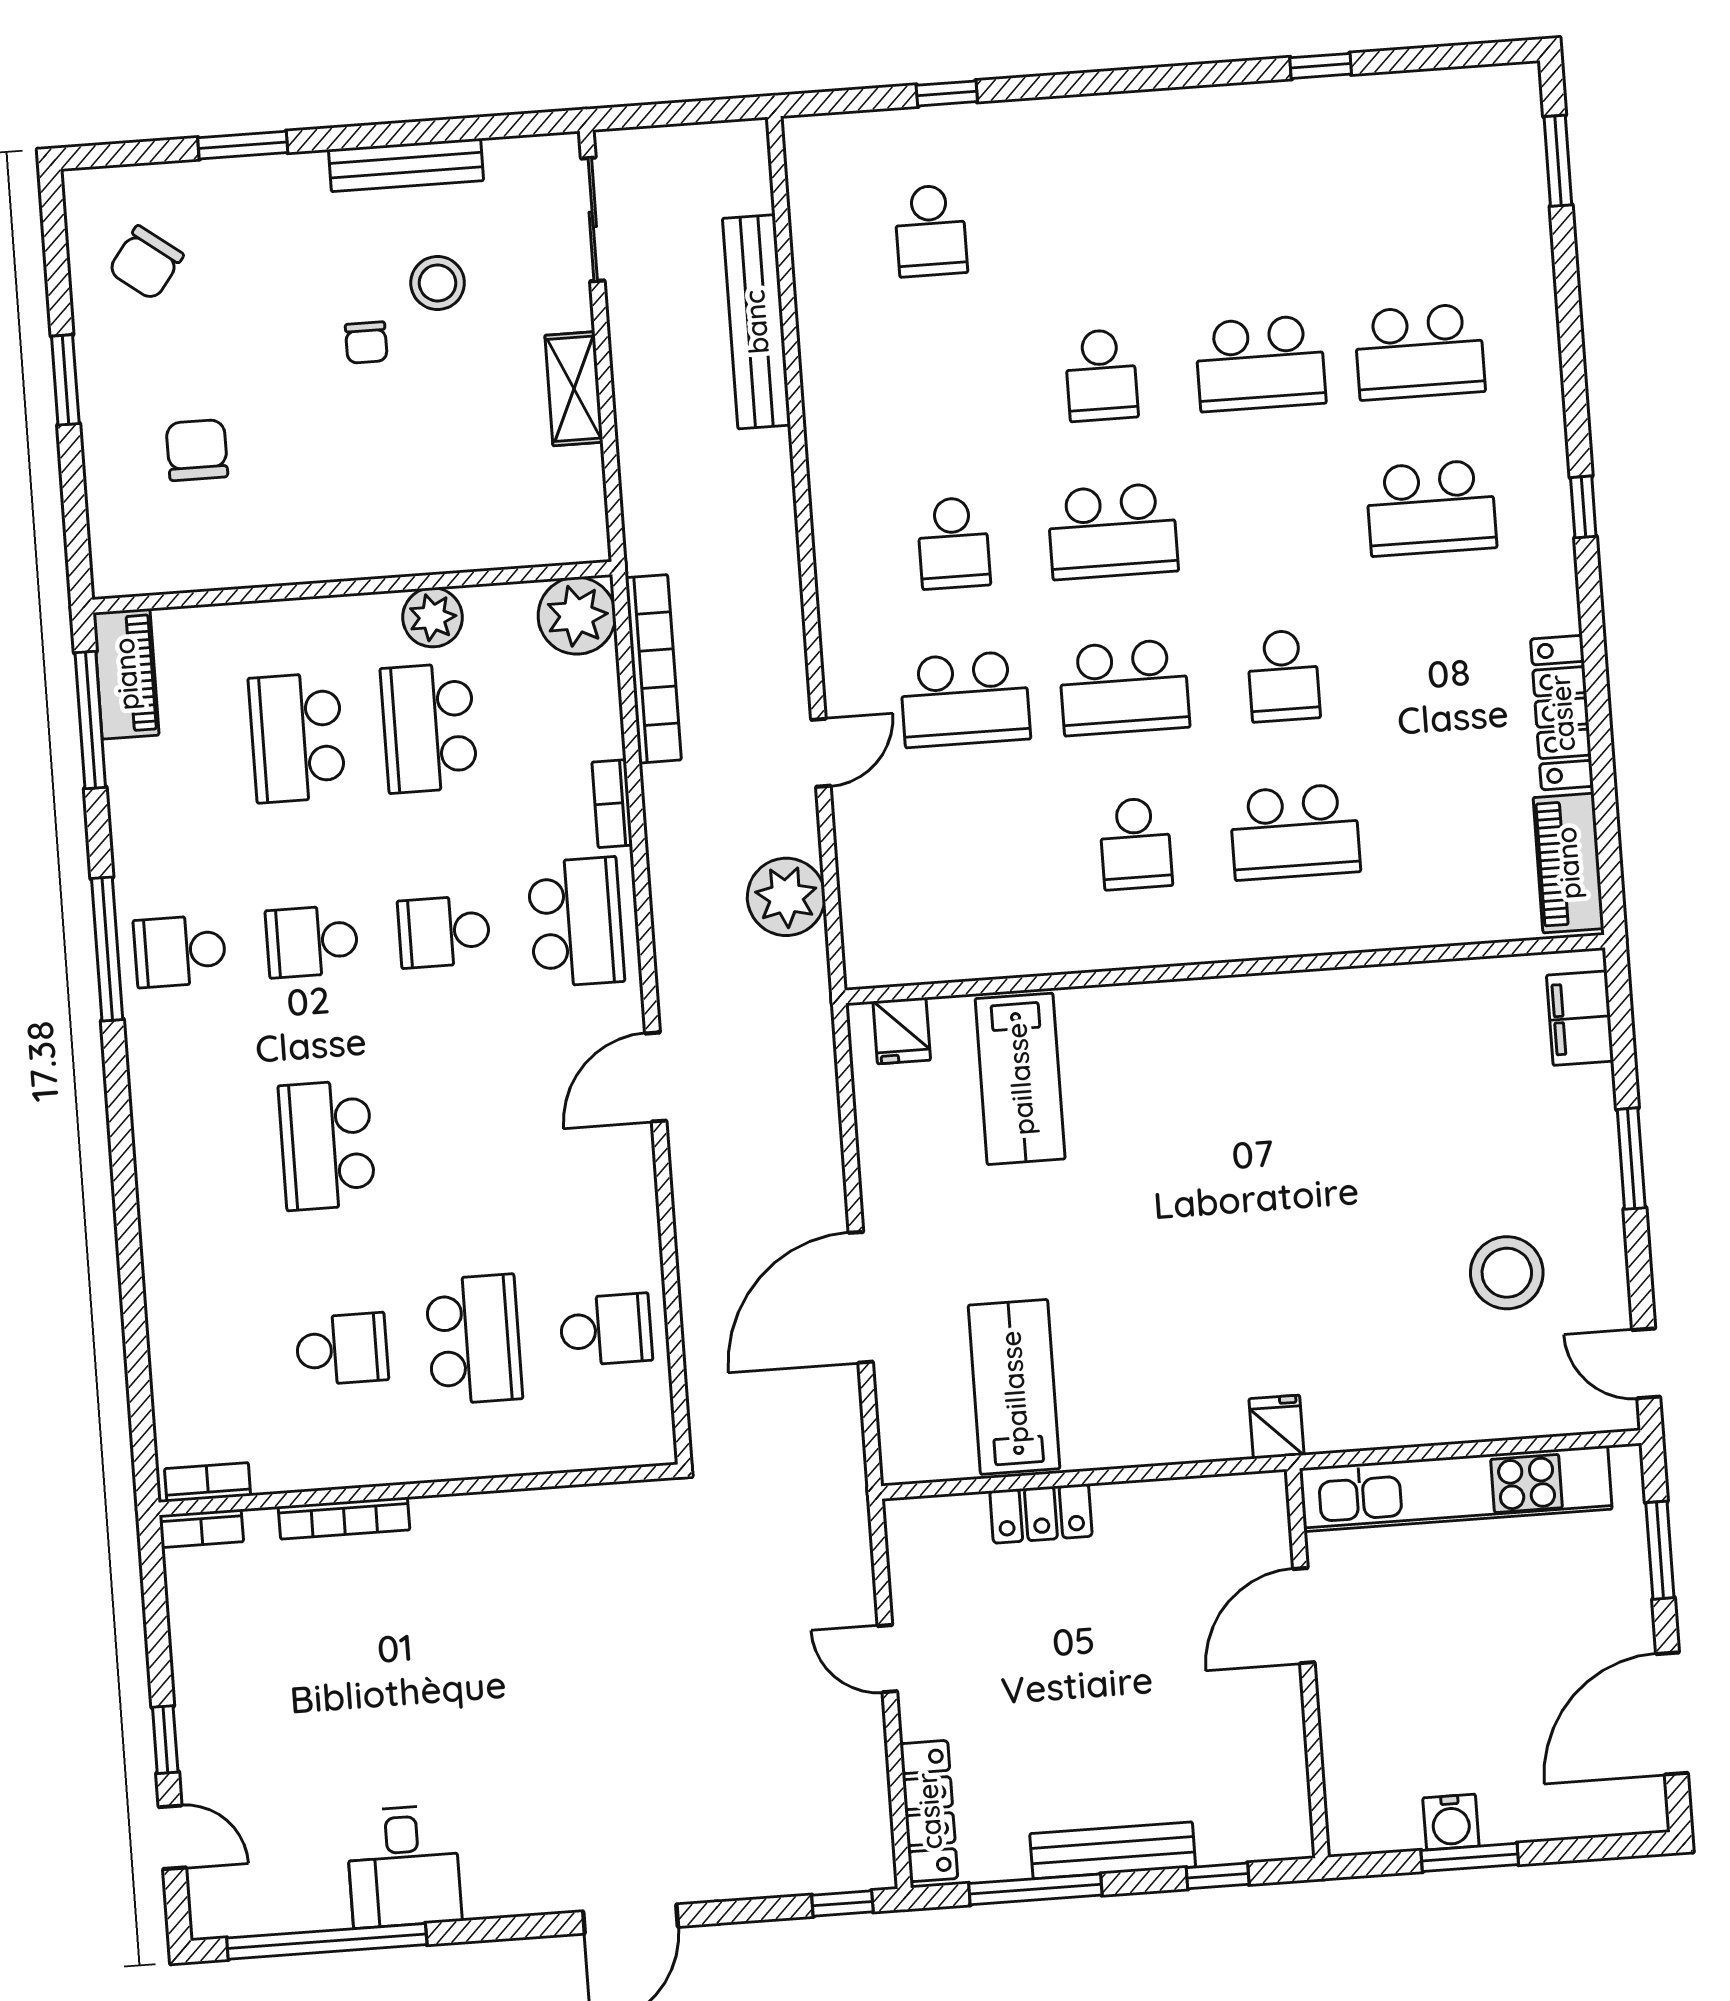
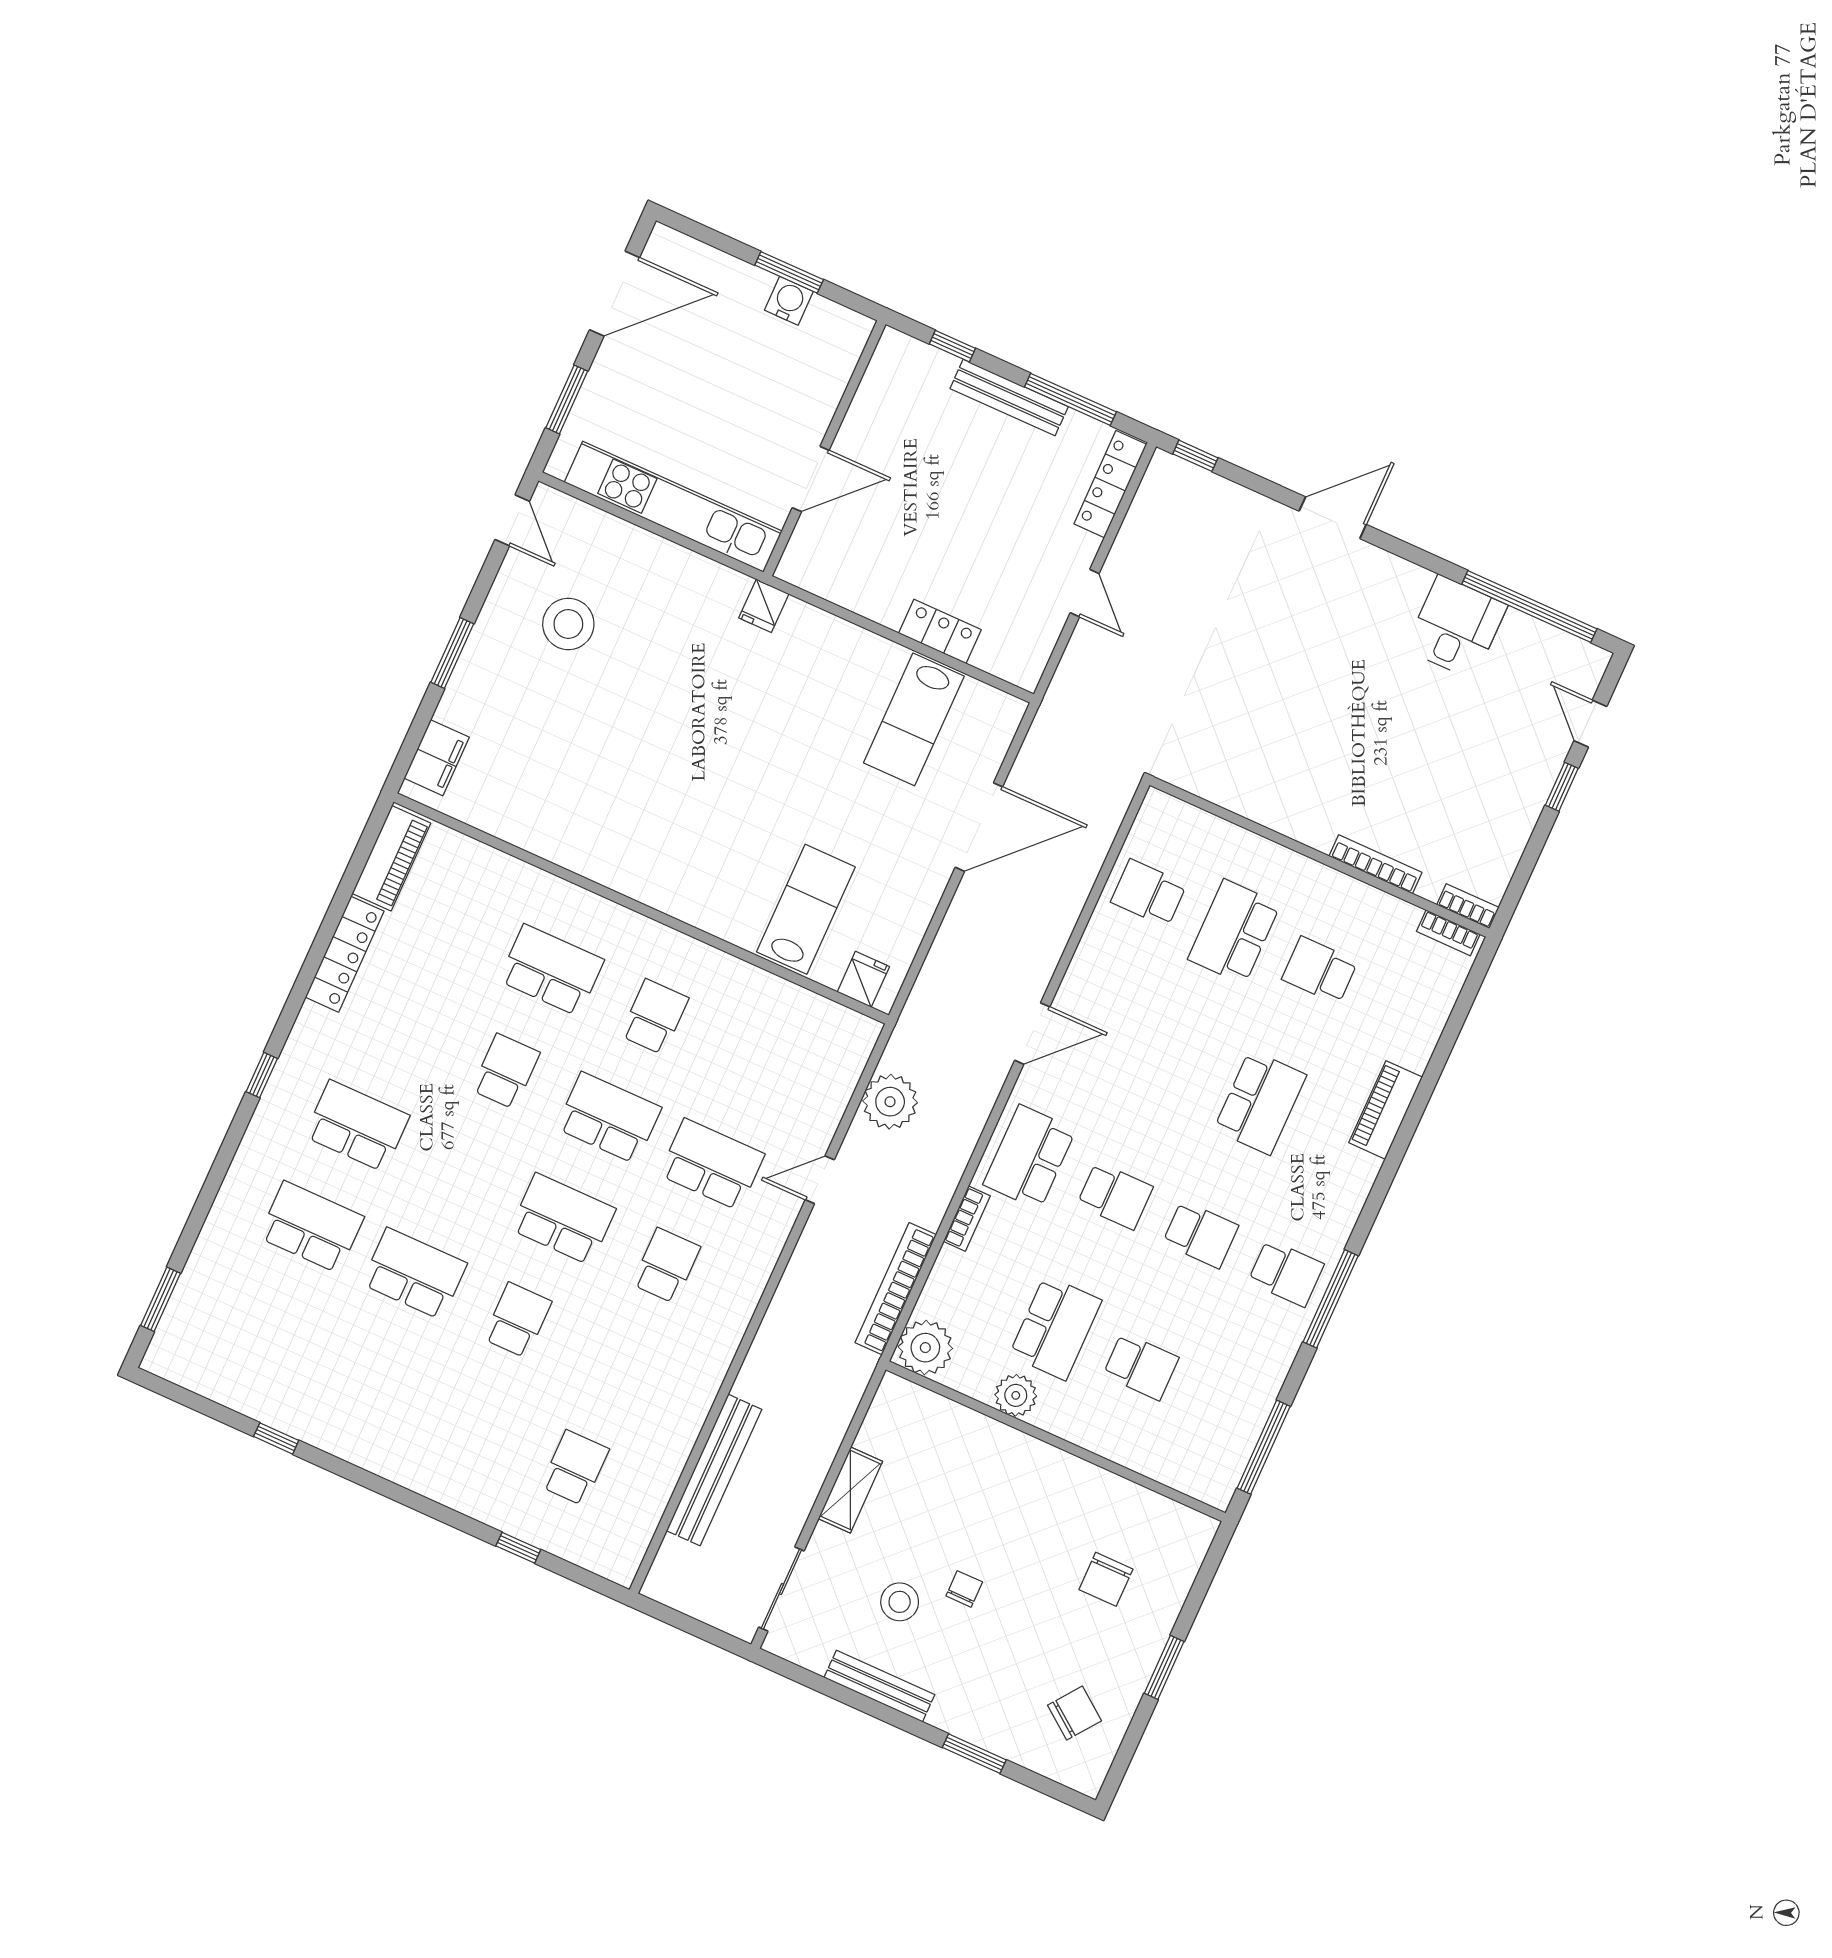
piano: (126, 674) -> (1386, 1110), moved
school desk: (297, 738) -> (1141, 1366), width x0.54

